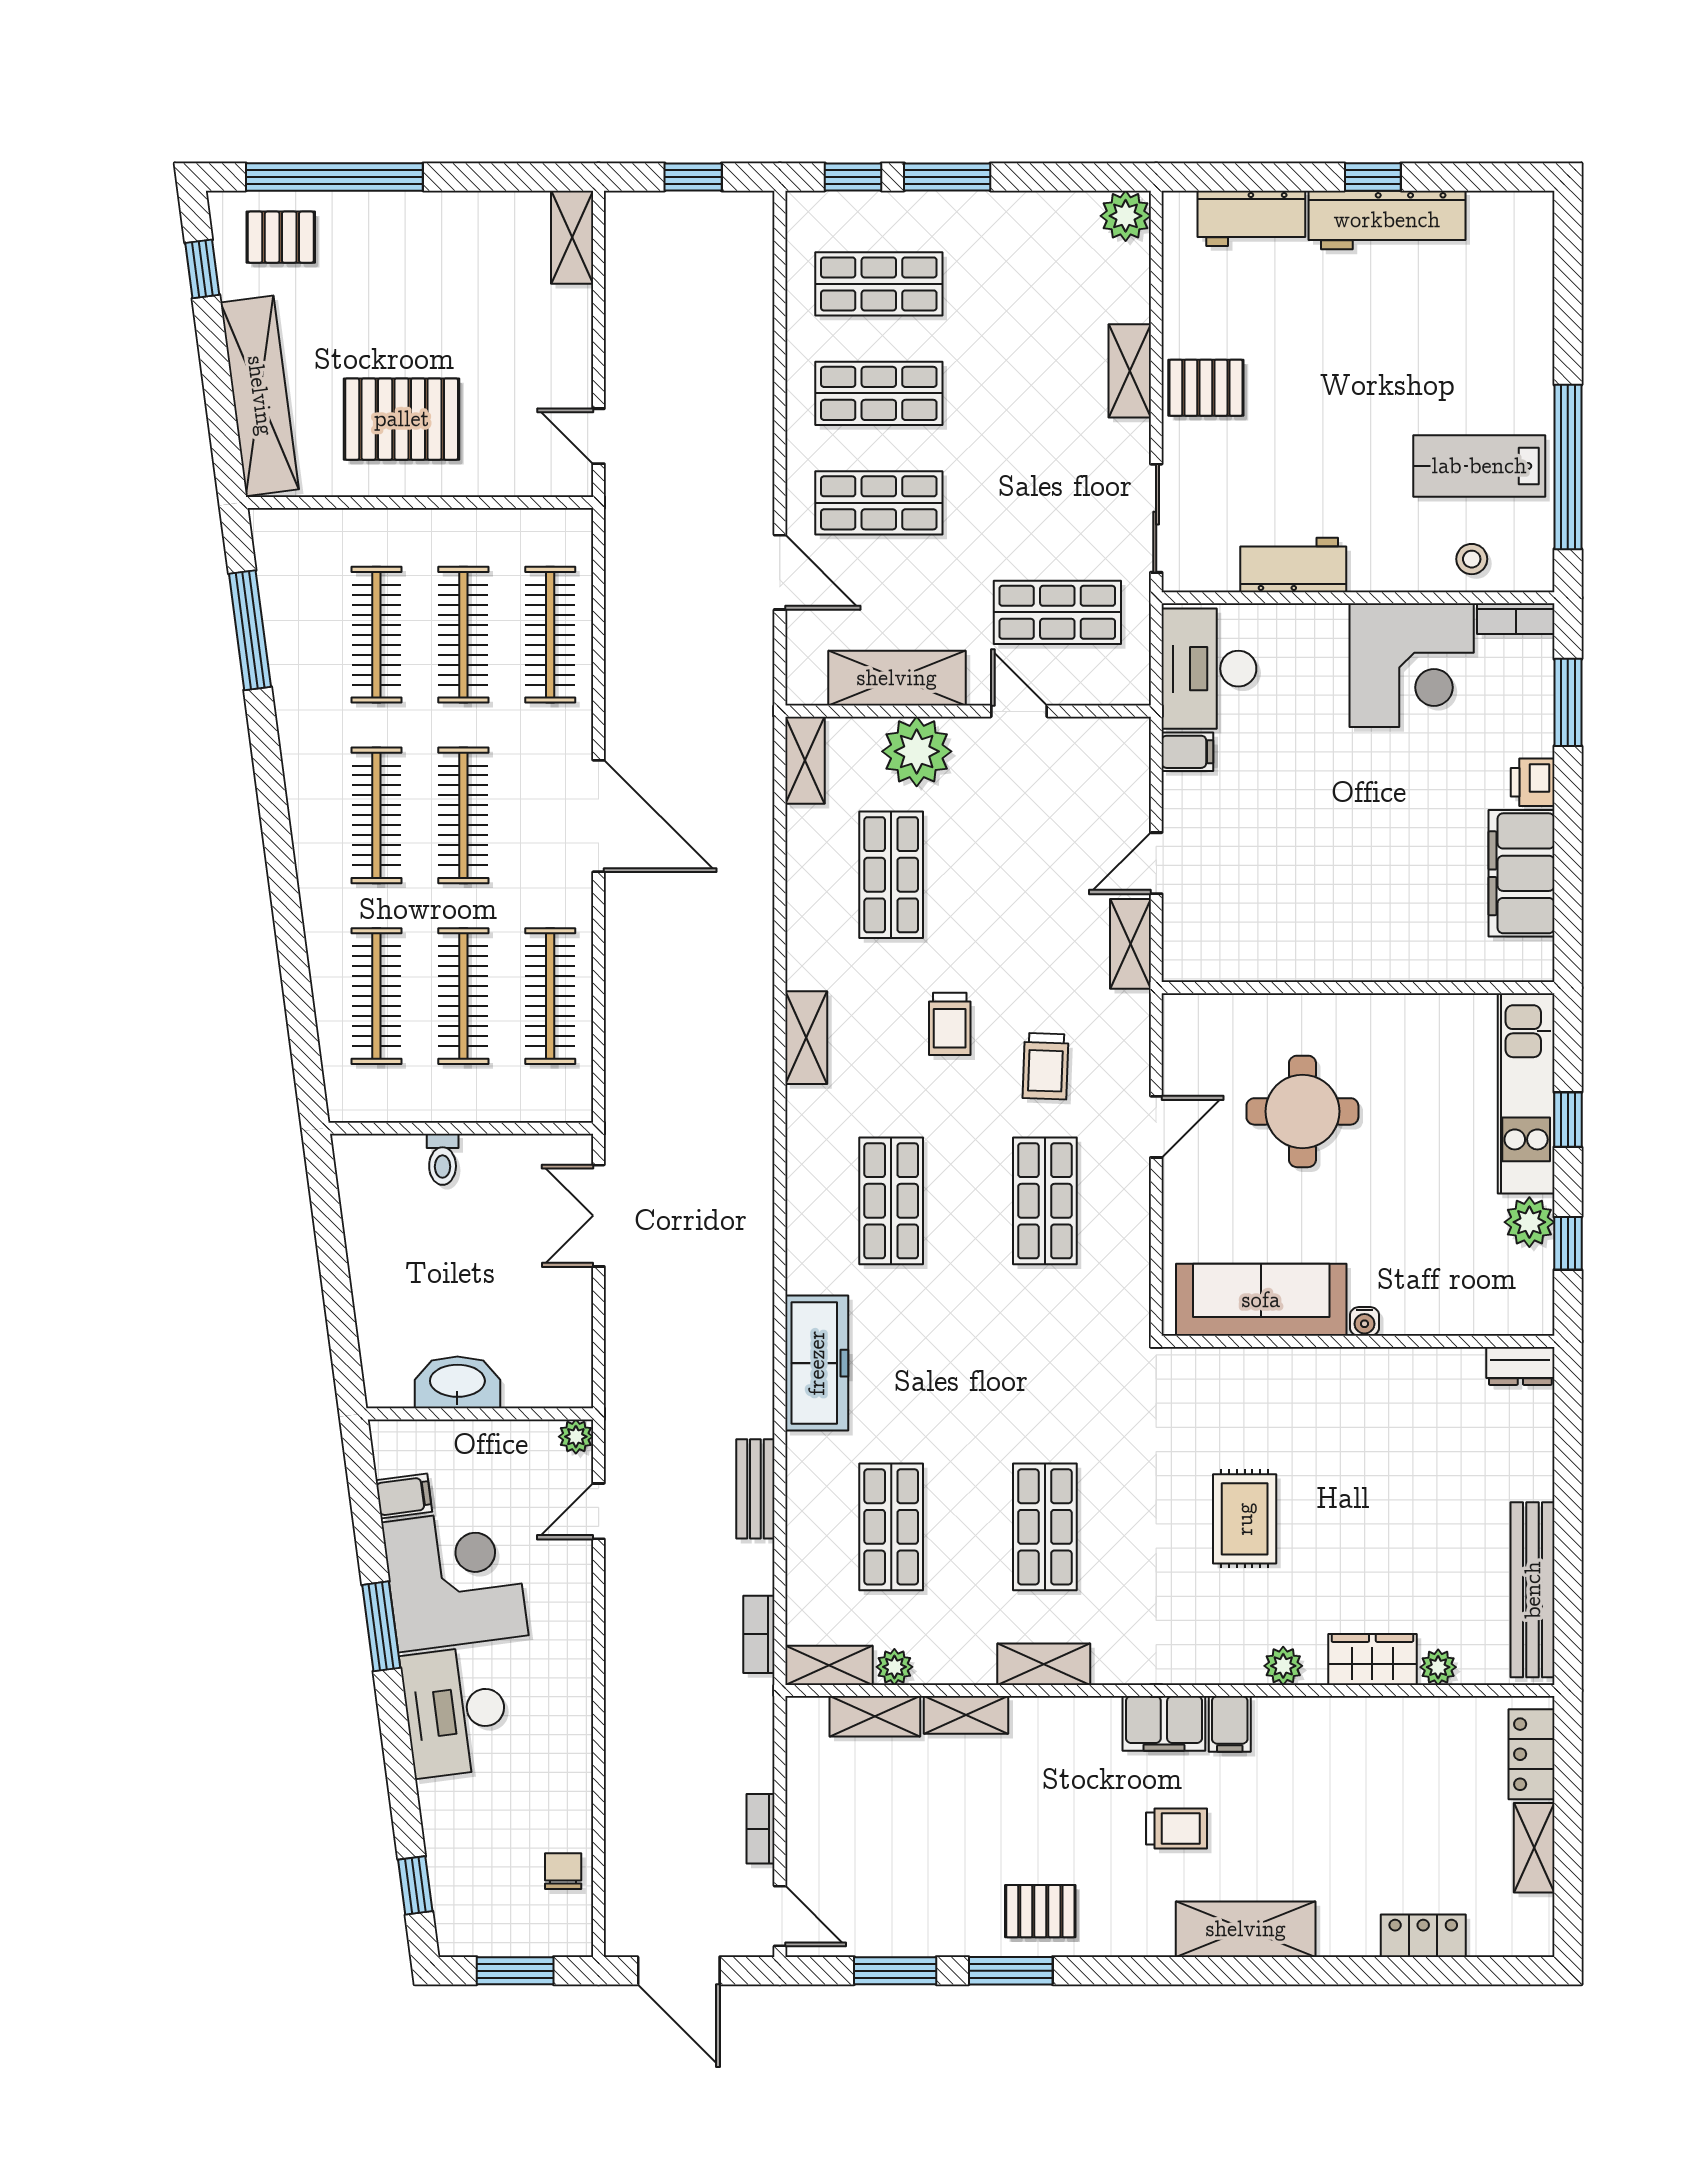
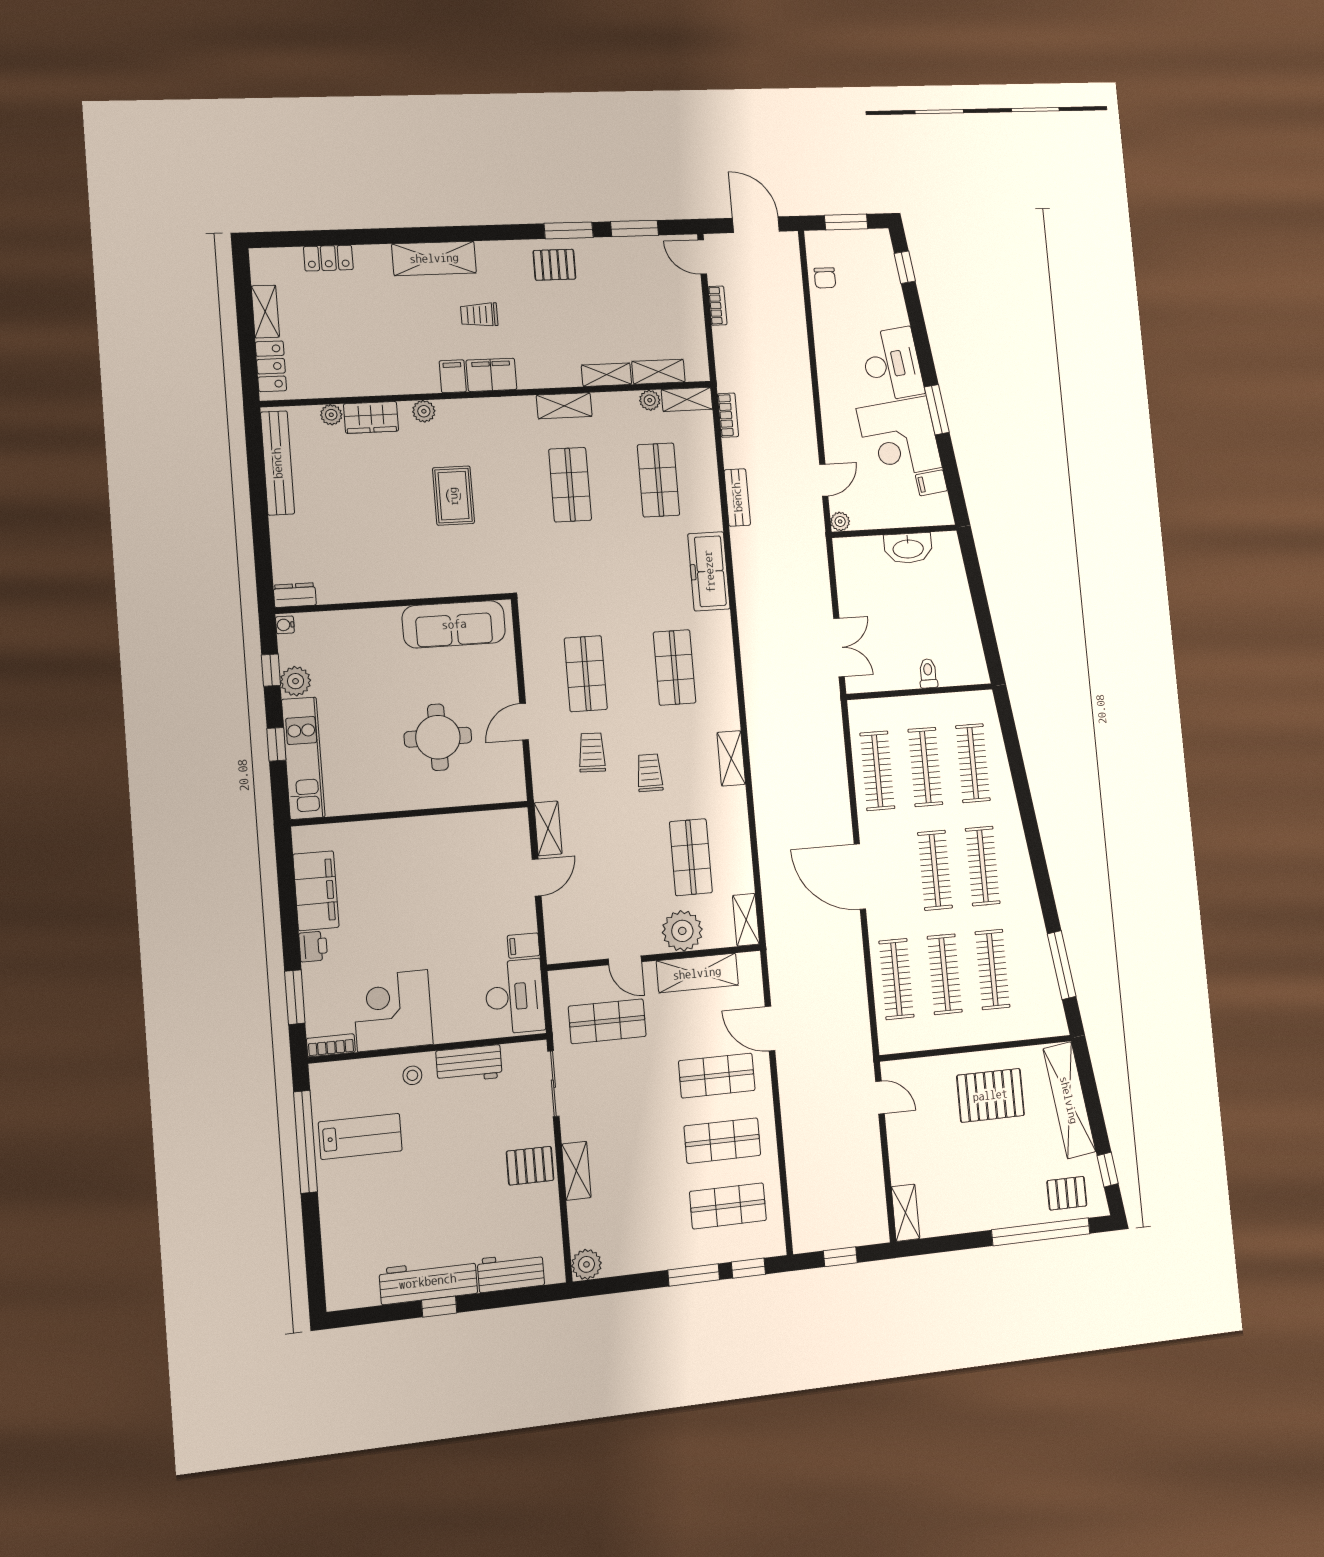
stool: (1472, 559) -> (412, 1075), moved
water cooler: (1365, 1321) -> (285, 625), moved, turned -90

